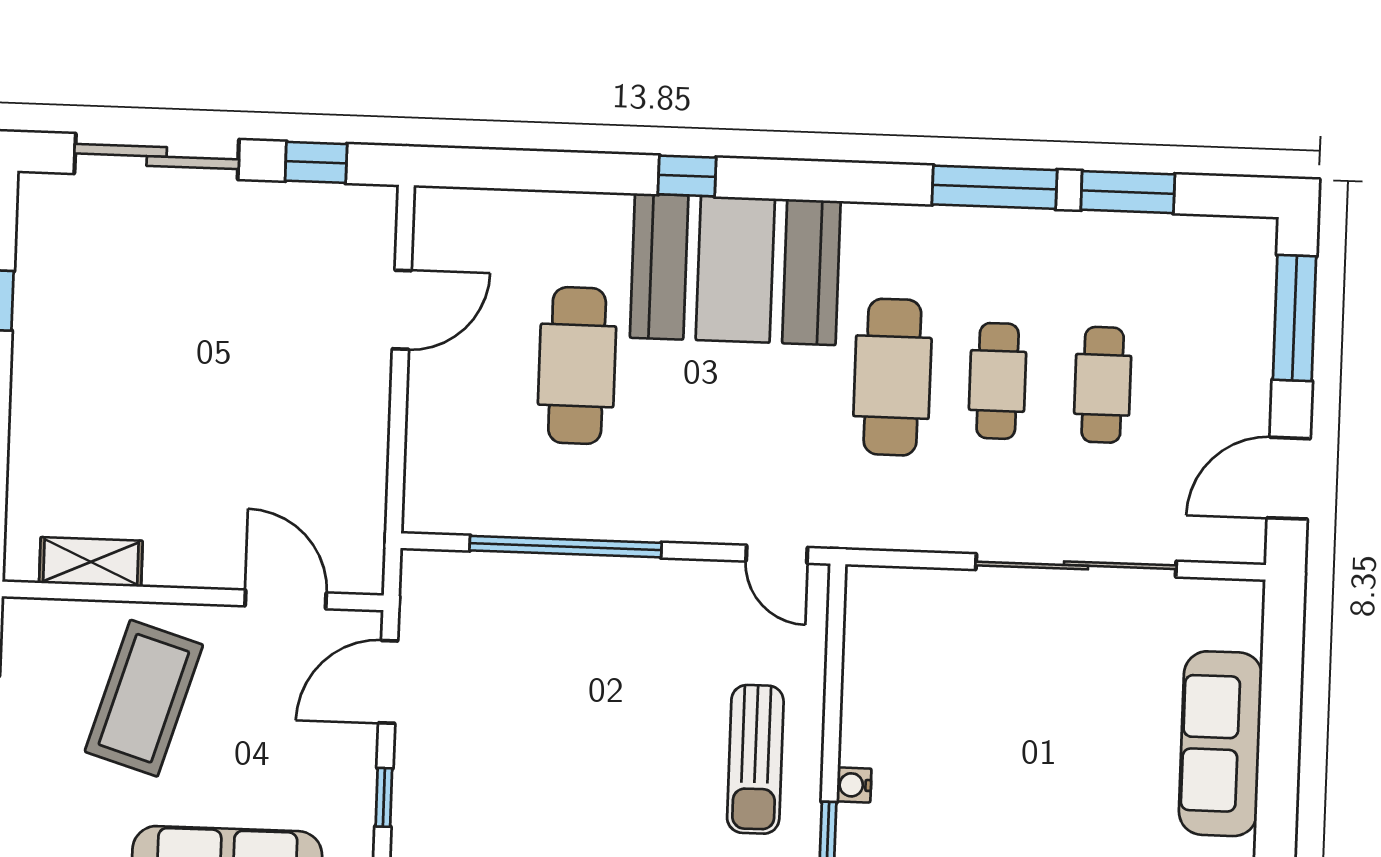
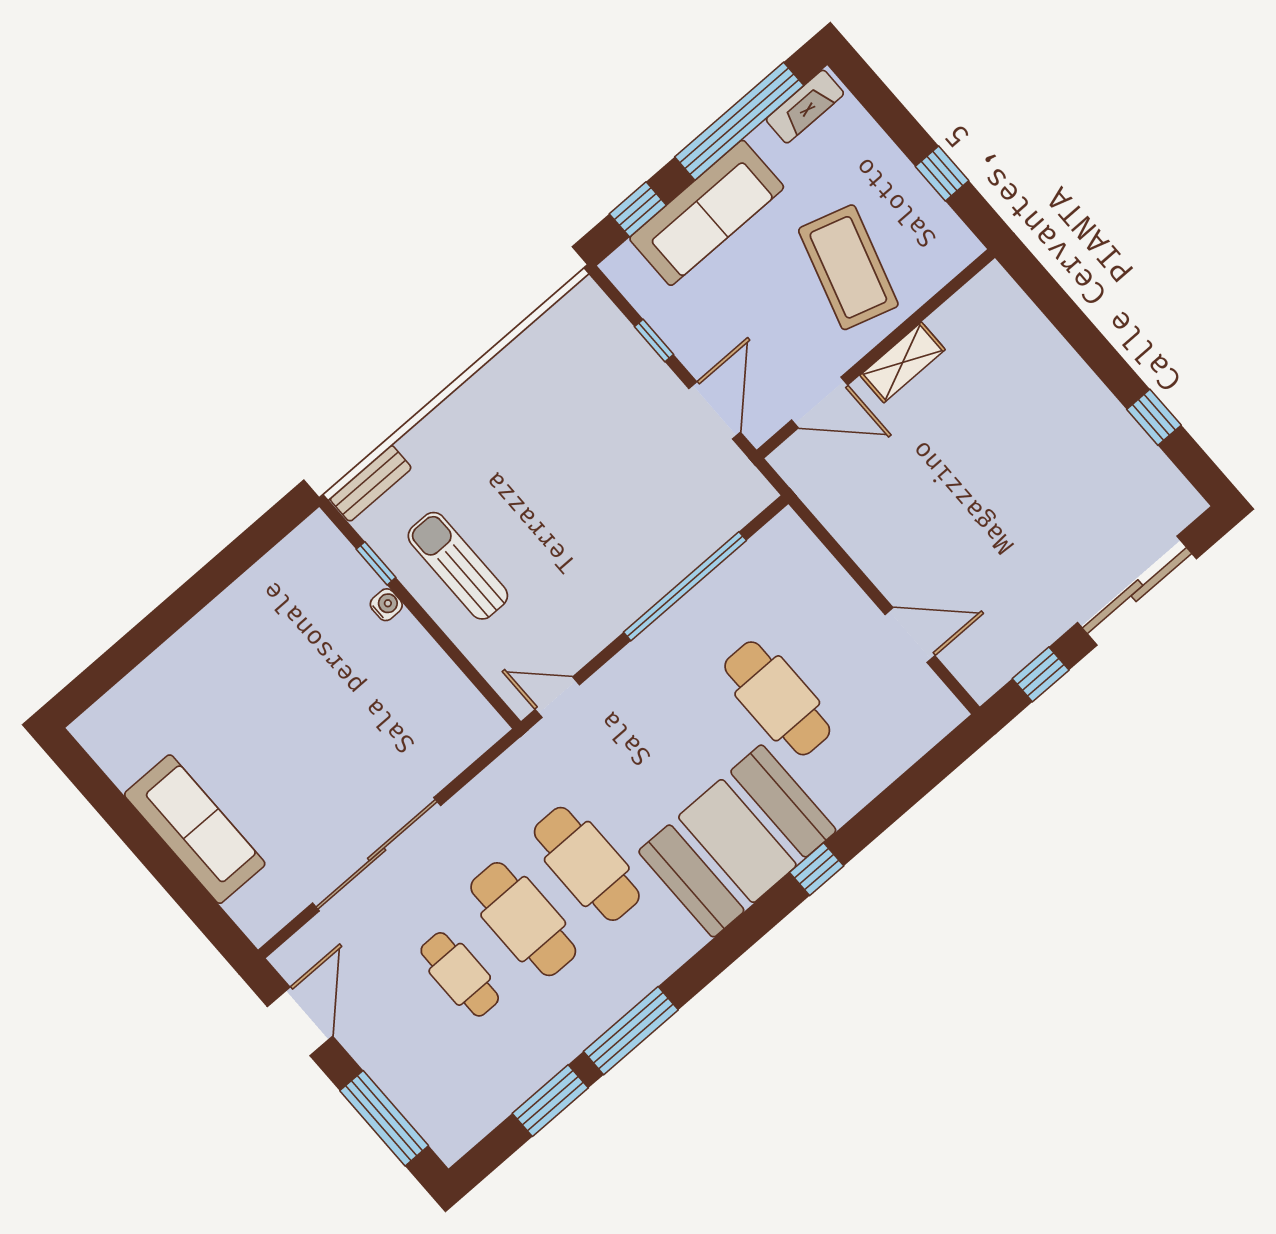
door: (402, 310) -> (910, 635), swing flipped
cafe table: (998, 381) -> (523, 919), width x1.37, depth x1.35
shelving: (91, 562) -> (903, 362), moved

